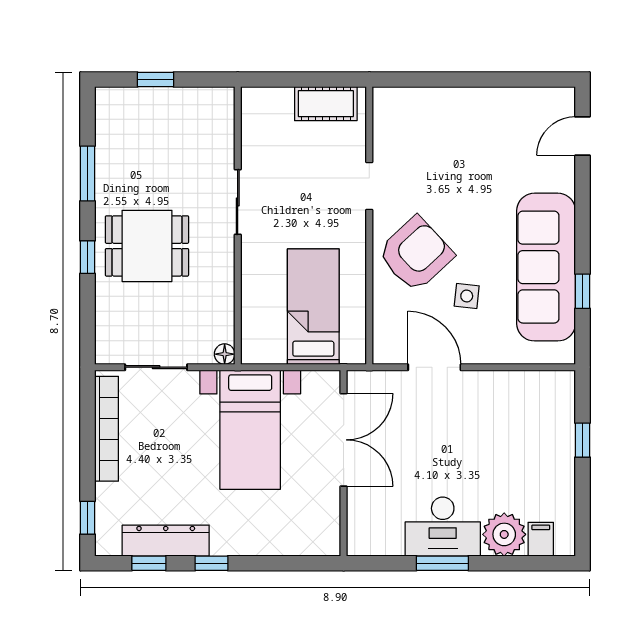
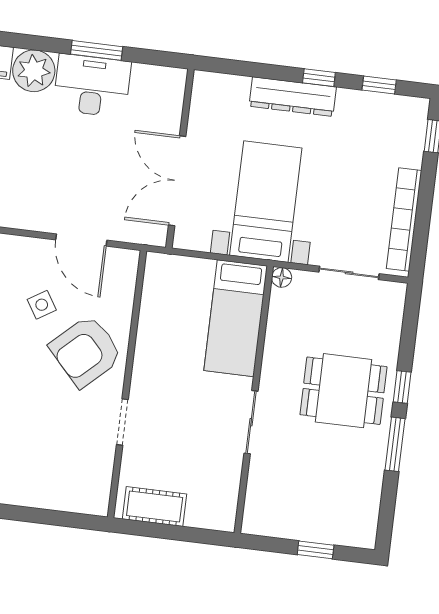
window: (87, 174) -> (395, 444), moved
side table: (467, 296) -> (42, 305), turned -38
bed: (313, 307) -> (236, 318), moved
dresser: (166, 541) -> (293, 97), moved

